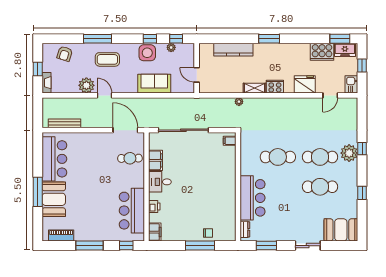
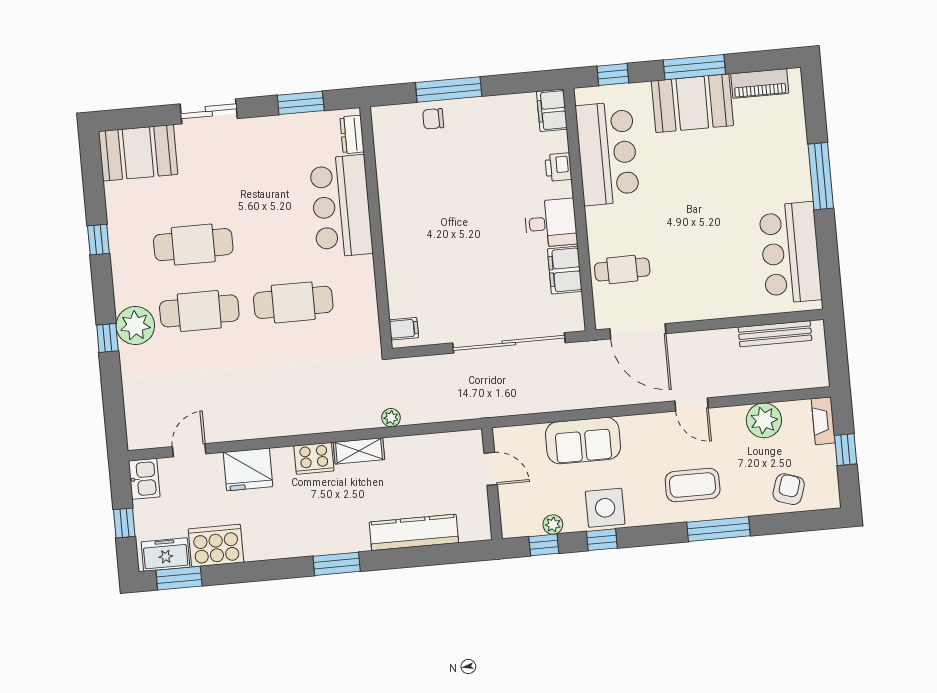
plant: (86, 85) -> (764, 420), moved
booth: (54, 199) -> (692, 103), moved, turned 90

